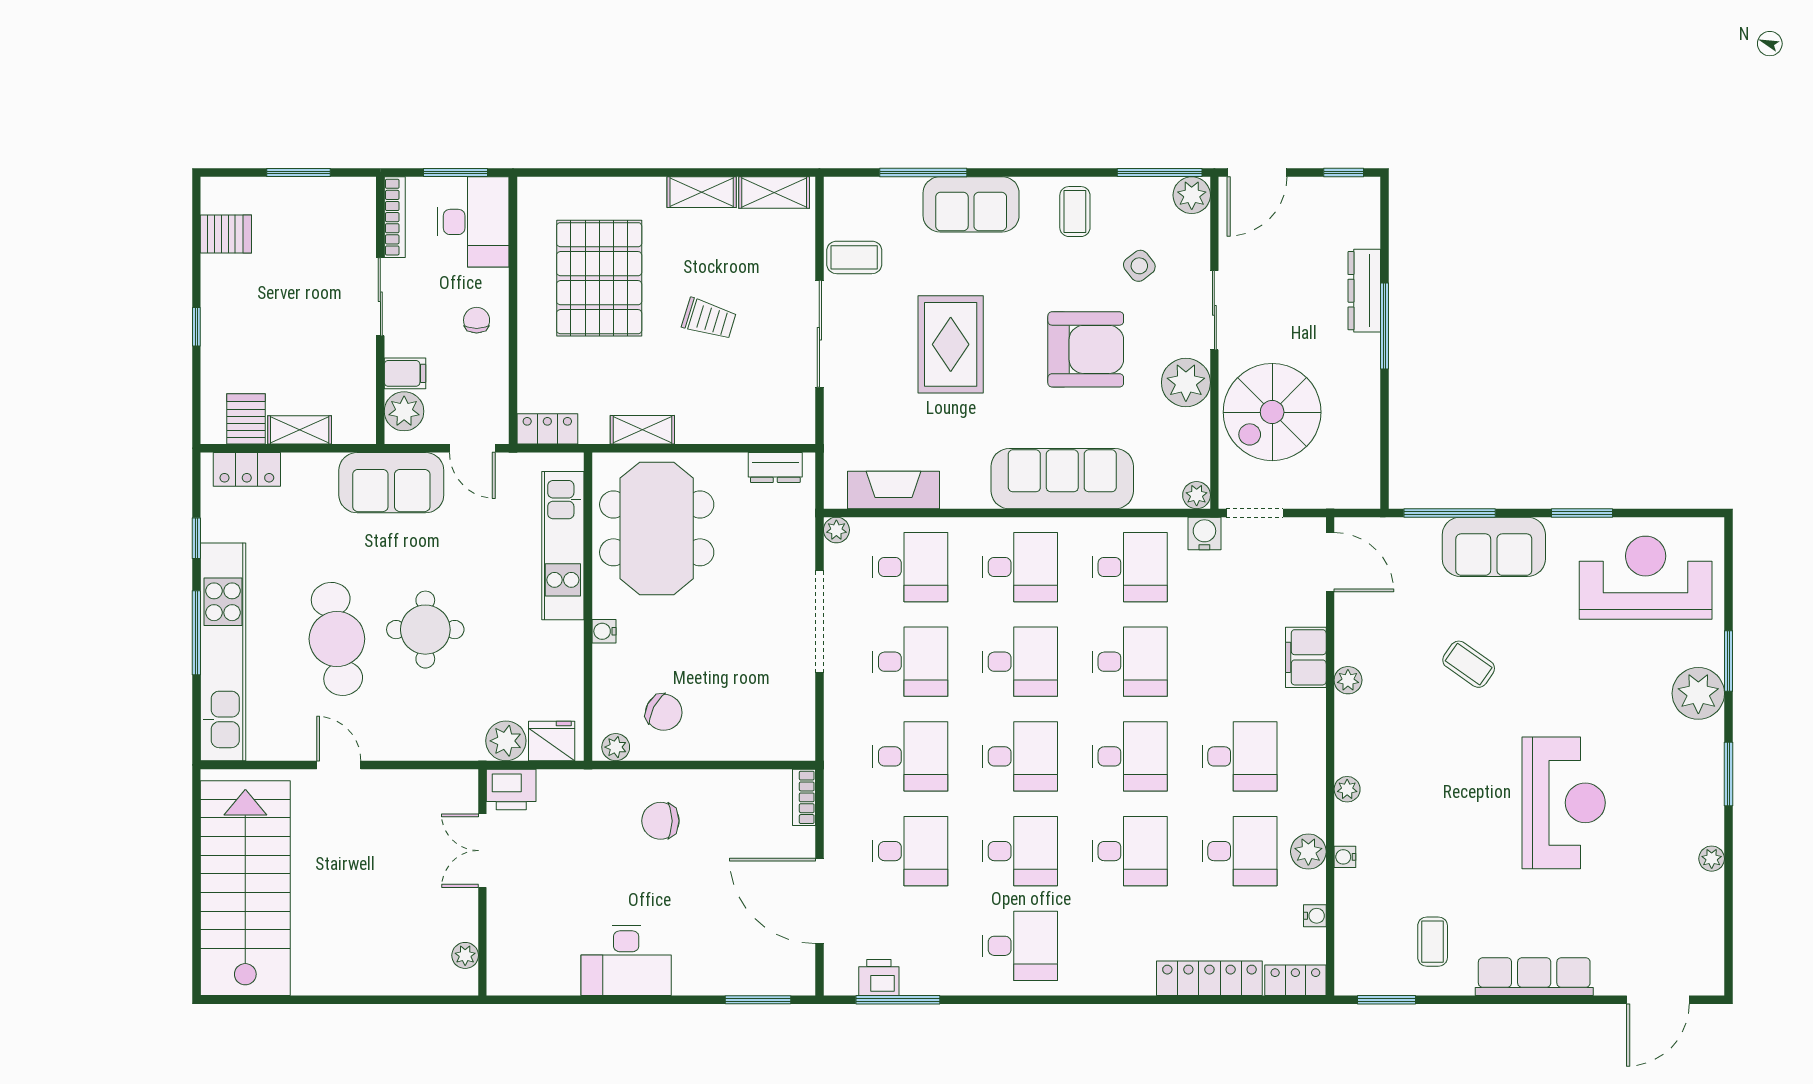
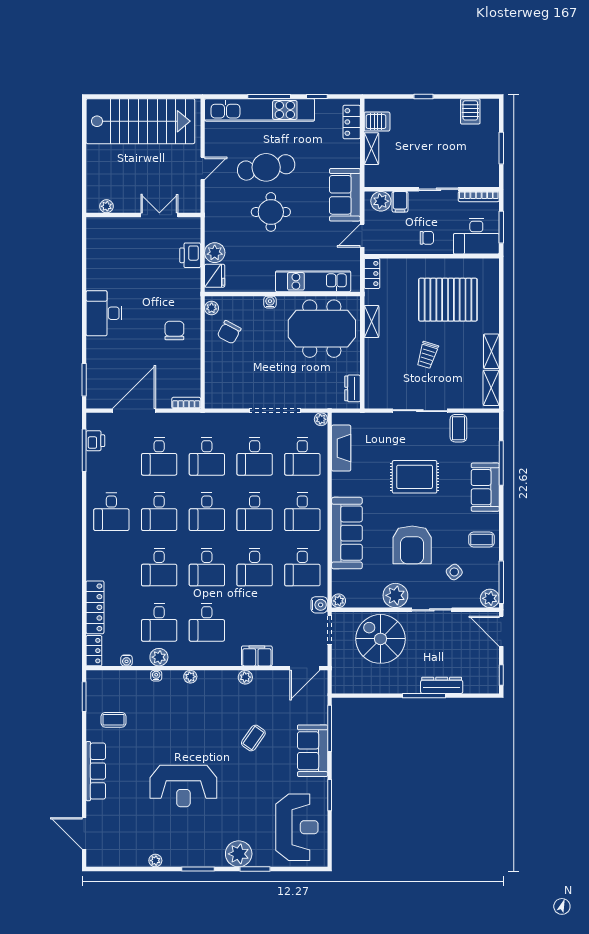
double door: (482, 851) -> (159, 215), moved
wall: (482, 882) -> (143, 215), moved
plant: (465, 955) -> (107, 206), moved

